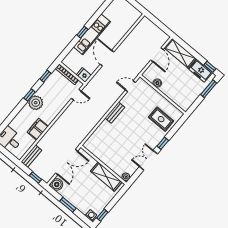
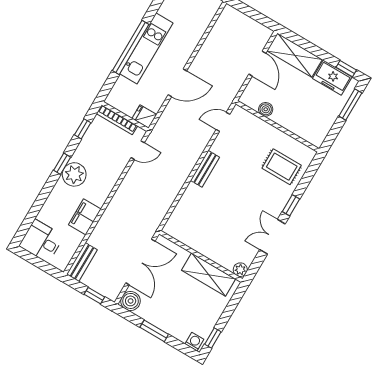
window: (82, 32) -> (131, 48), width x3.17
door: (107, 58) -> (177, 83), swing flipped

